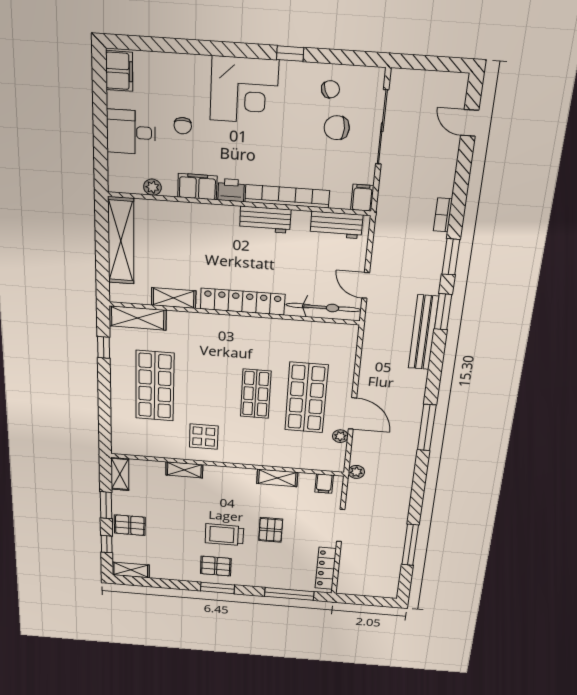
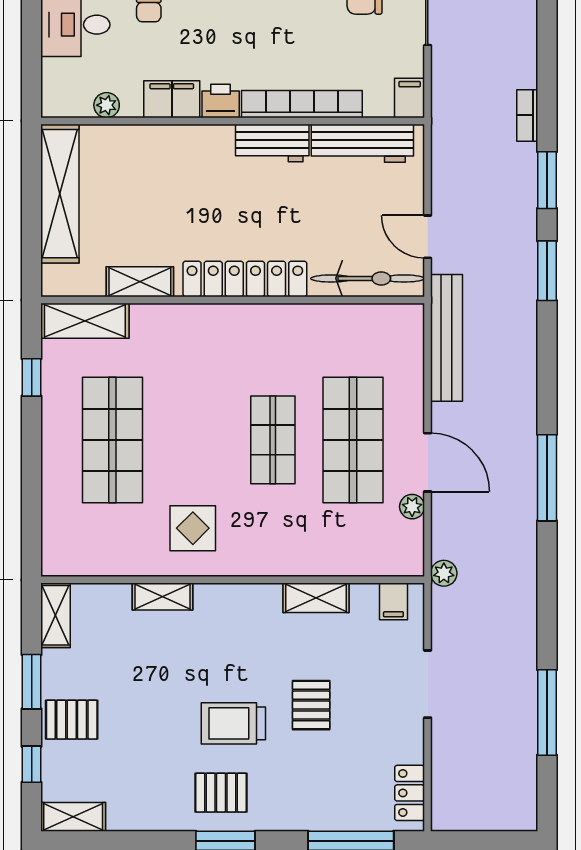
workbench: (336, 225) -> (362, 143), width x1.38
bench: (423, 332) -> (446, 338), moved
locker: (326, 568) -> (410, 793), width x0.66

